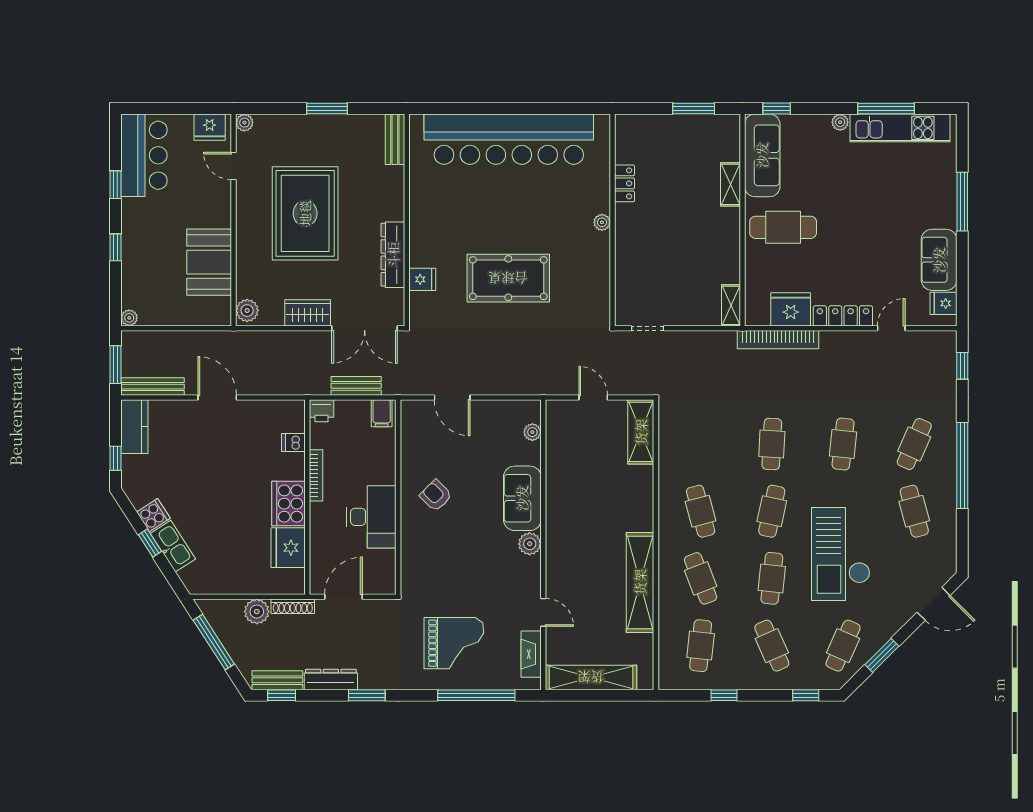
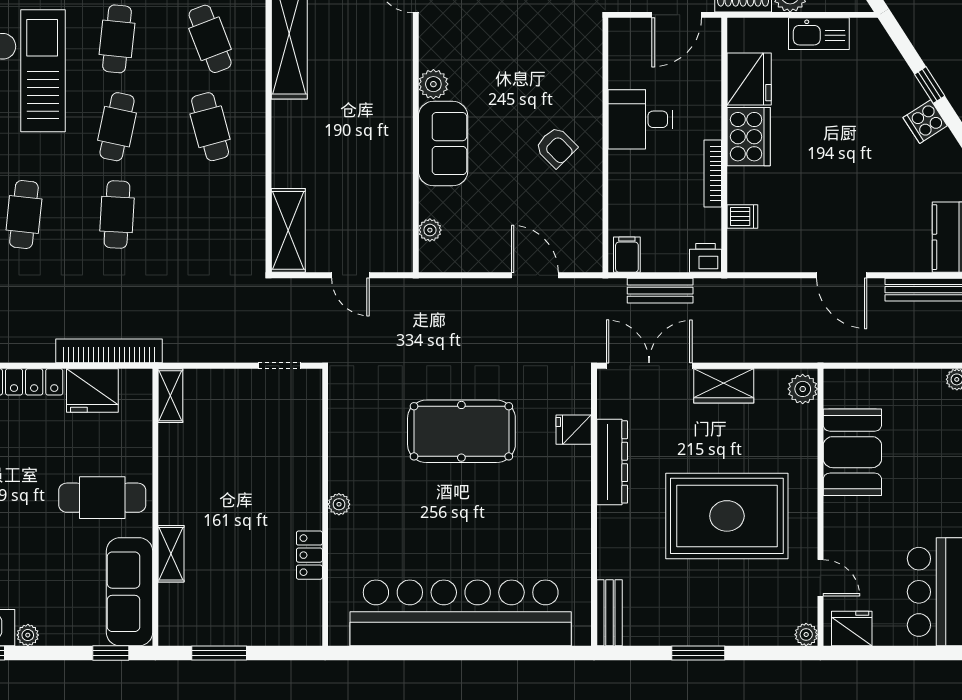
rug: (305, 213) -> (727, 516), turned 90
desk: (371, 517) -> (640, 119), width x0.73
kitchen sink: (173, 546) -> (819, 34), moved, turned -57

